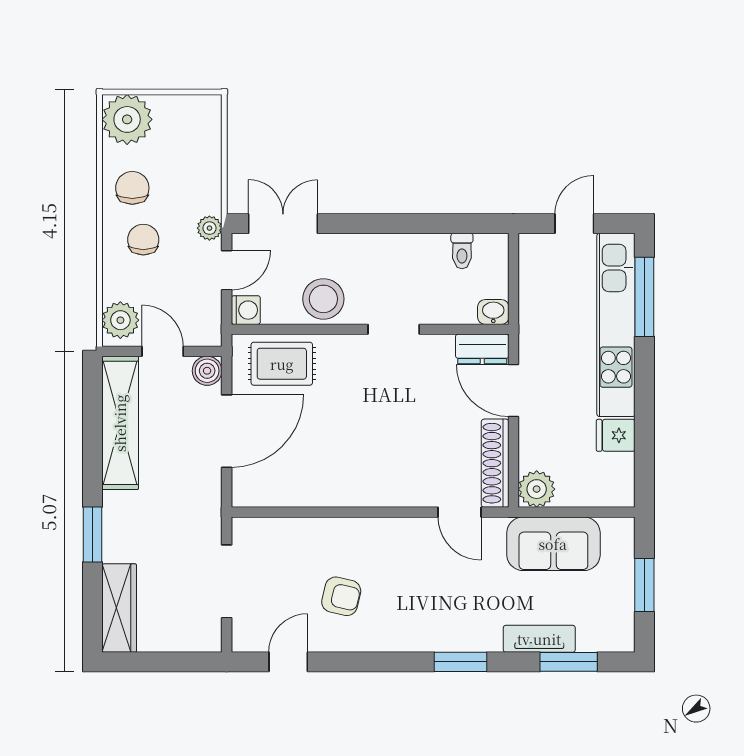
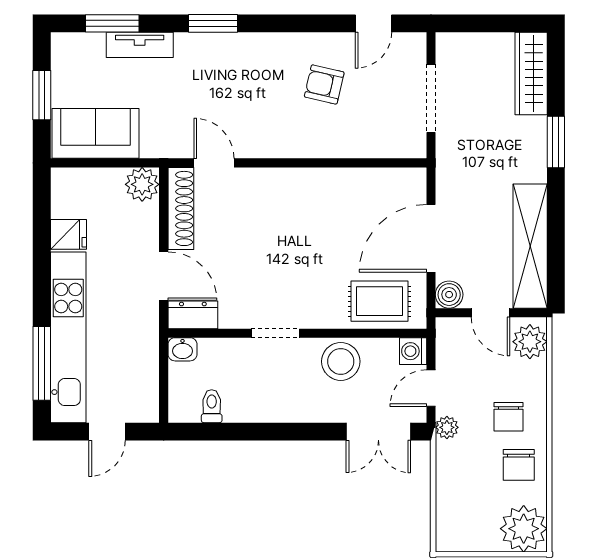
sofa: (553, 544) -> (95, 133), moved

